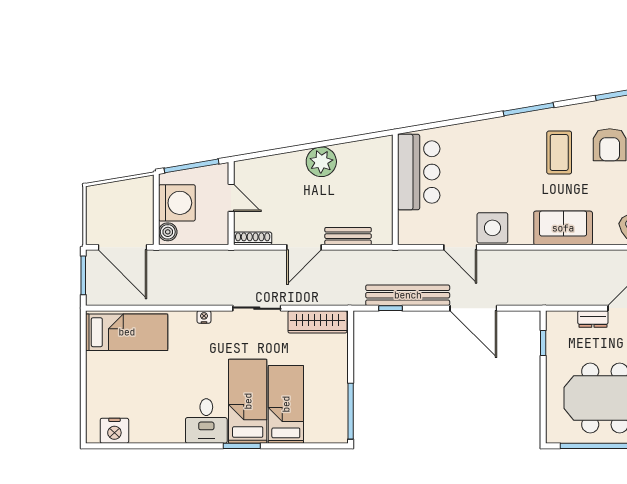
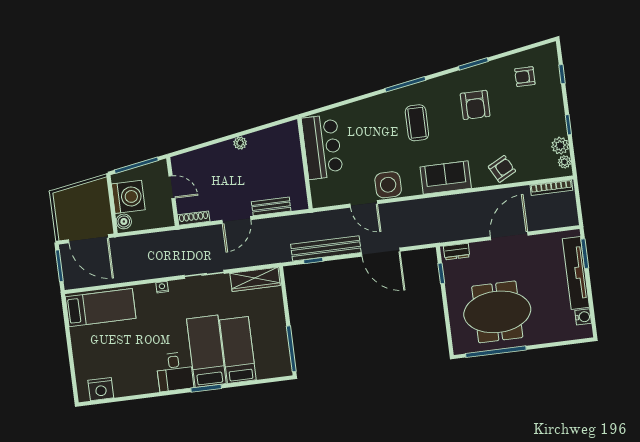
coffee table: (559, 152) -> (417, 123), moved
plant: (321, 162) -> (240, 143), width x0.53, depth x0.53
dresser: (593, 319) -> (457, 252), moved

